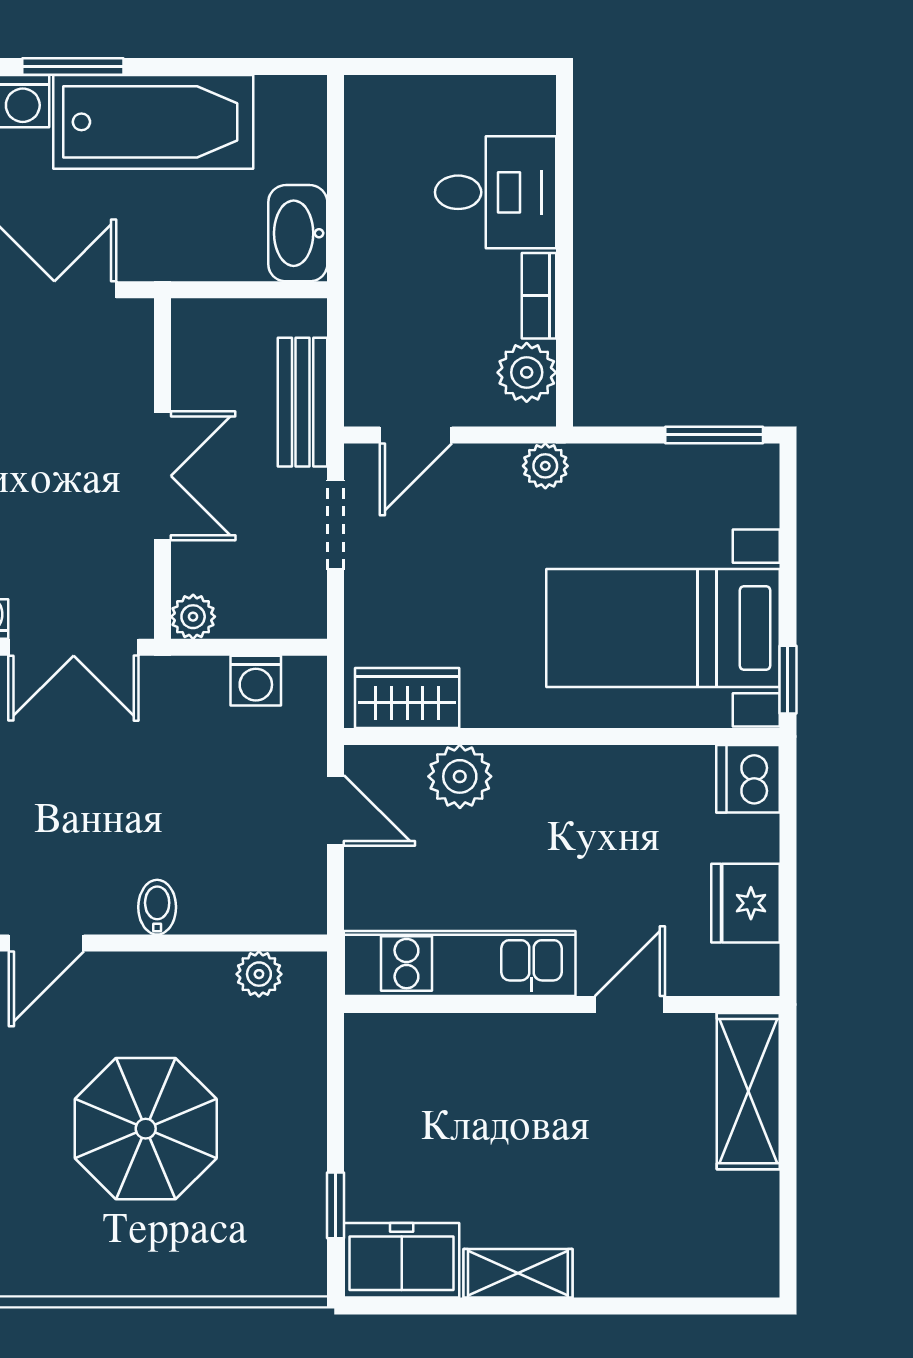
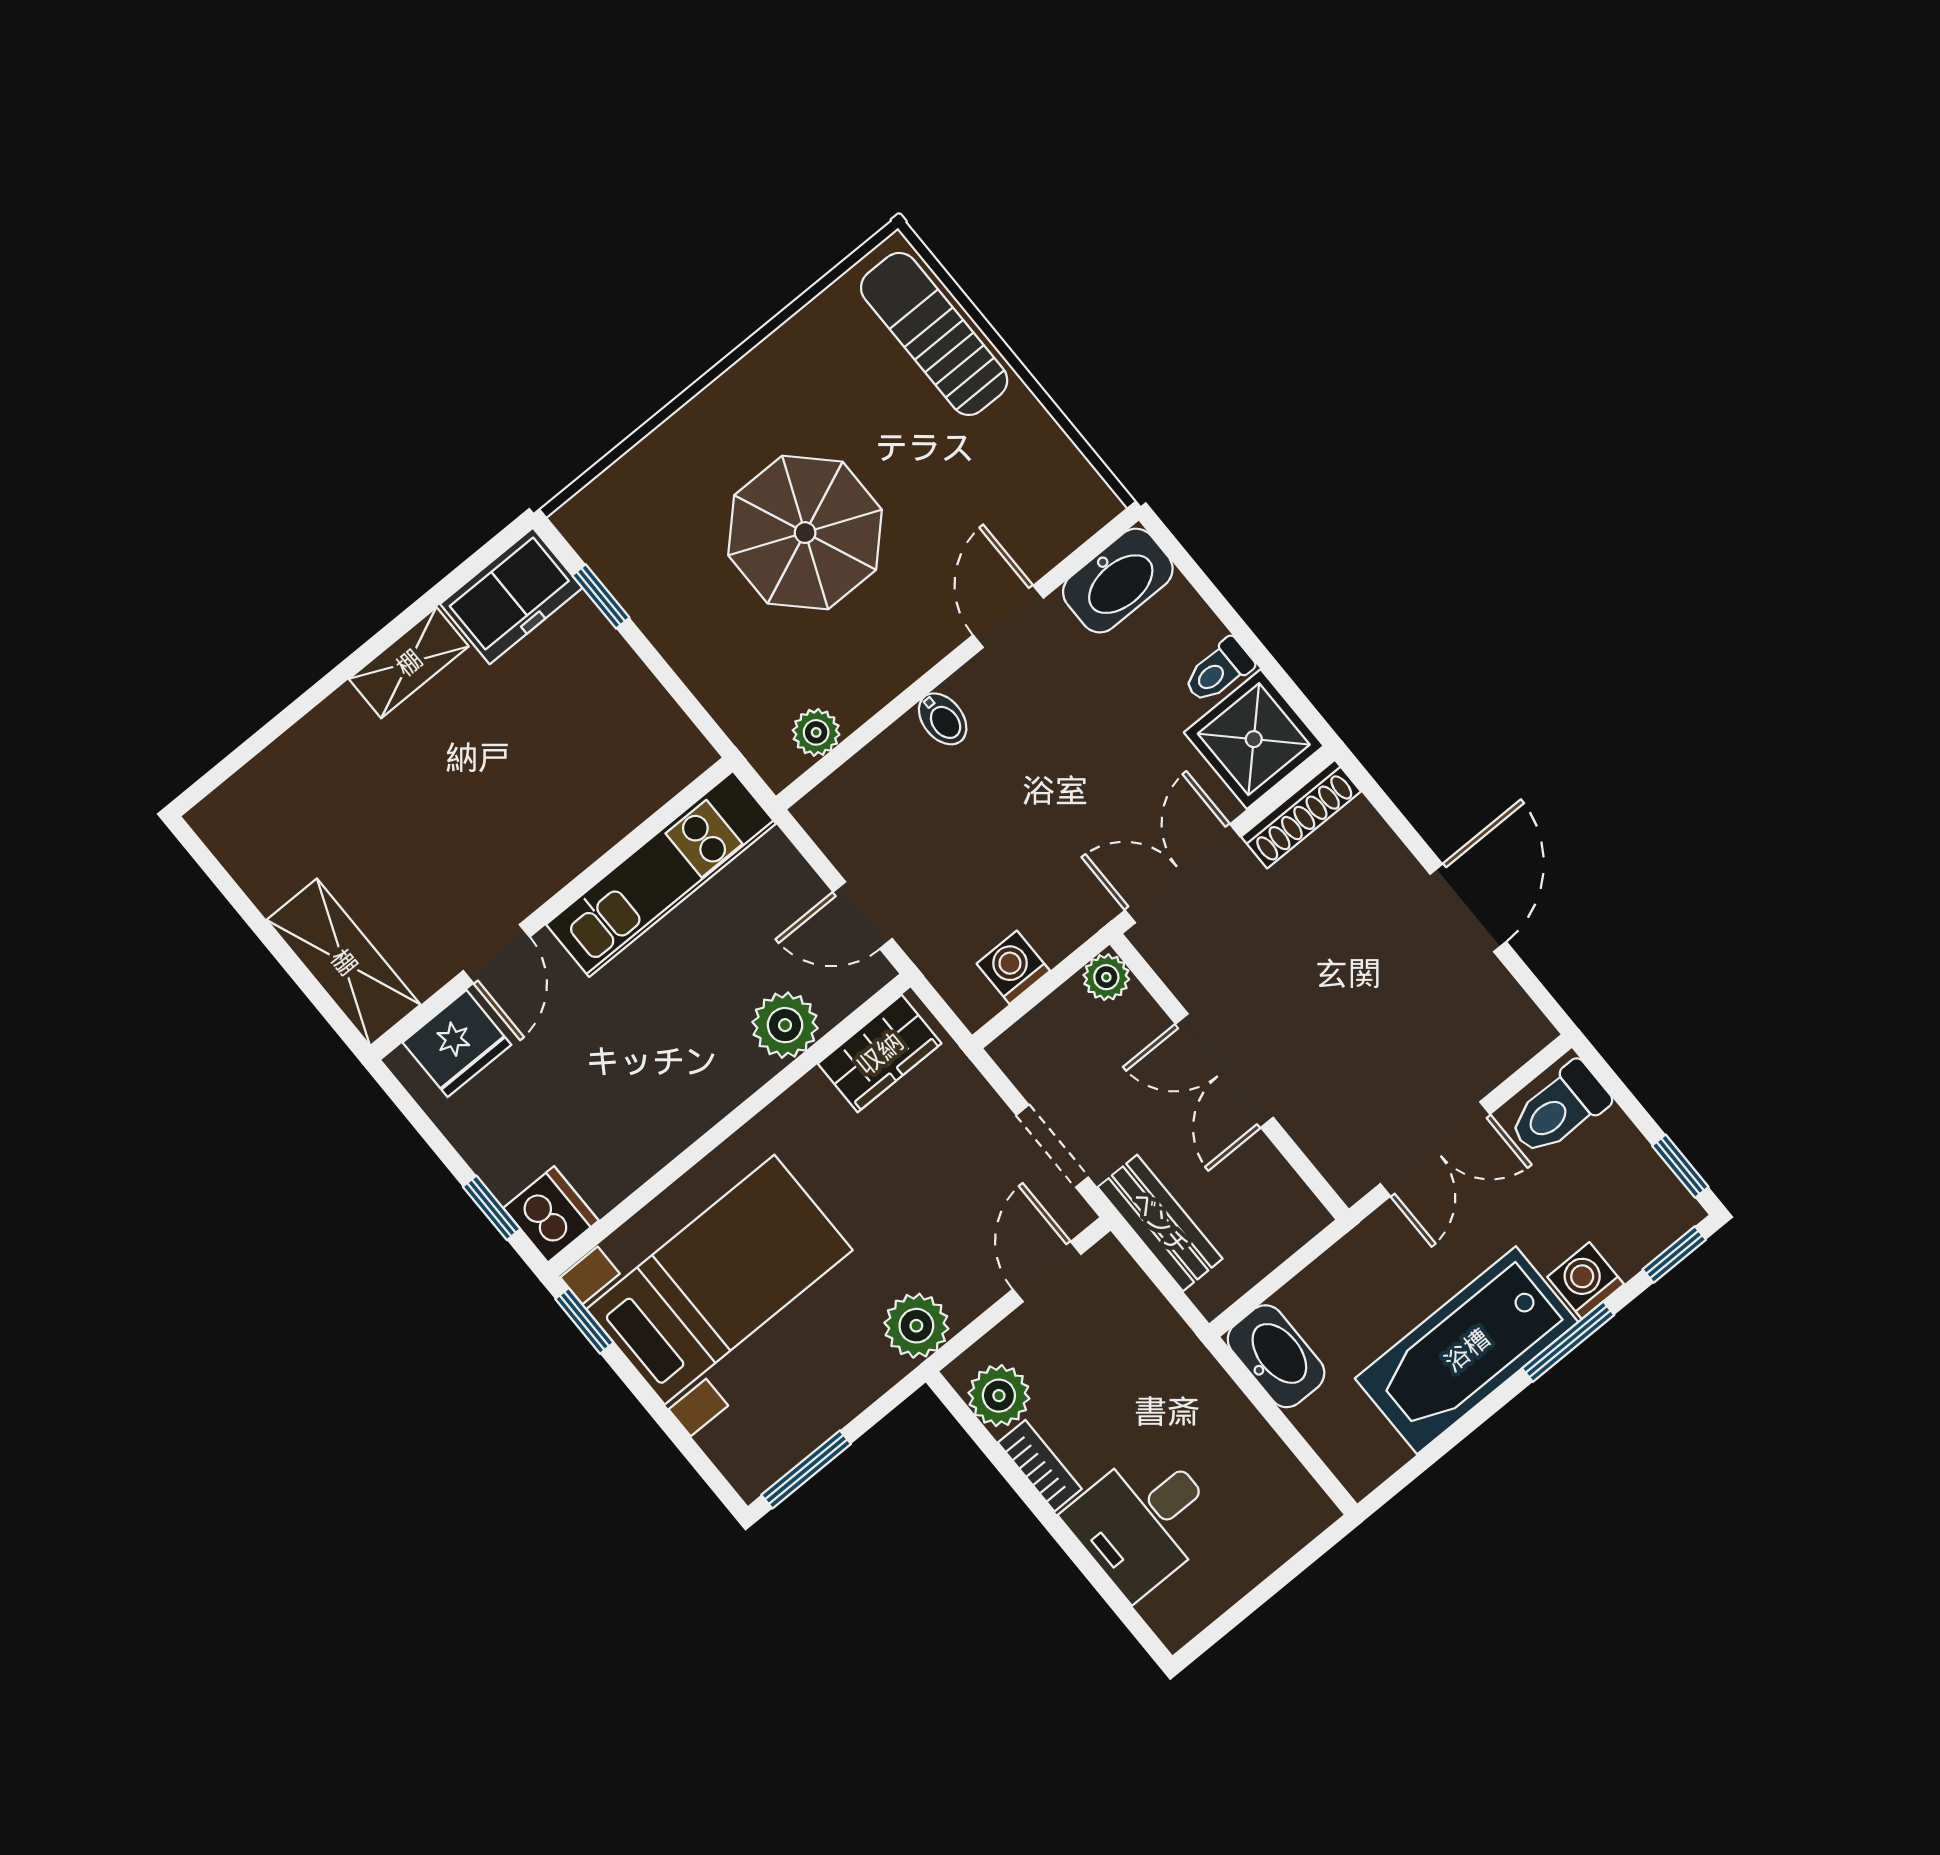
plant: (545, 466) -> (916, 1326), width x1.38, depth x1.38
window: (788, 820) -> (492, 1208), added
fridge: (745, 903) -> (457, 1044), moved, turned 90

